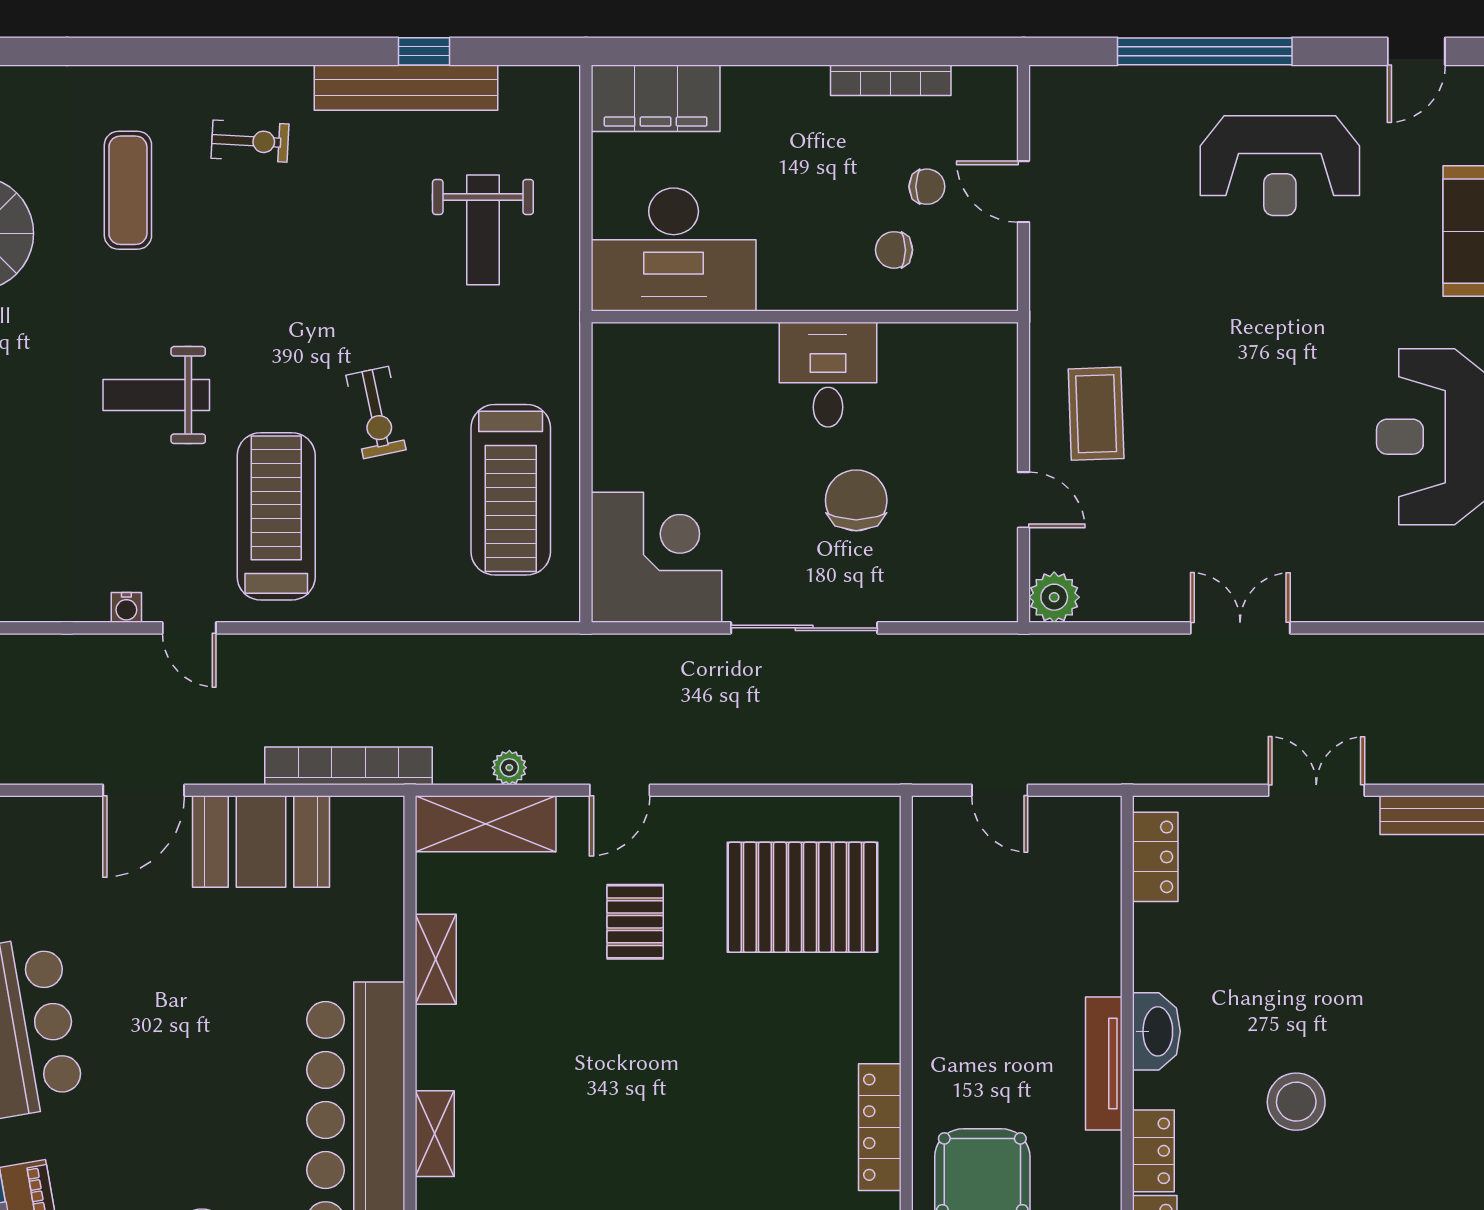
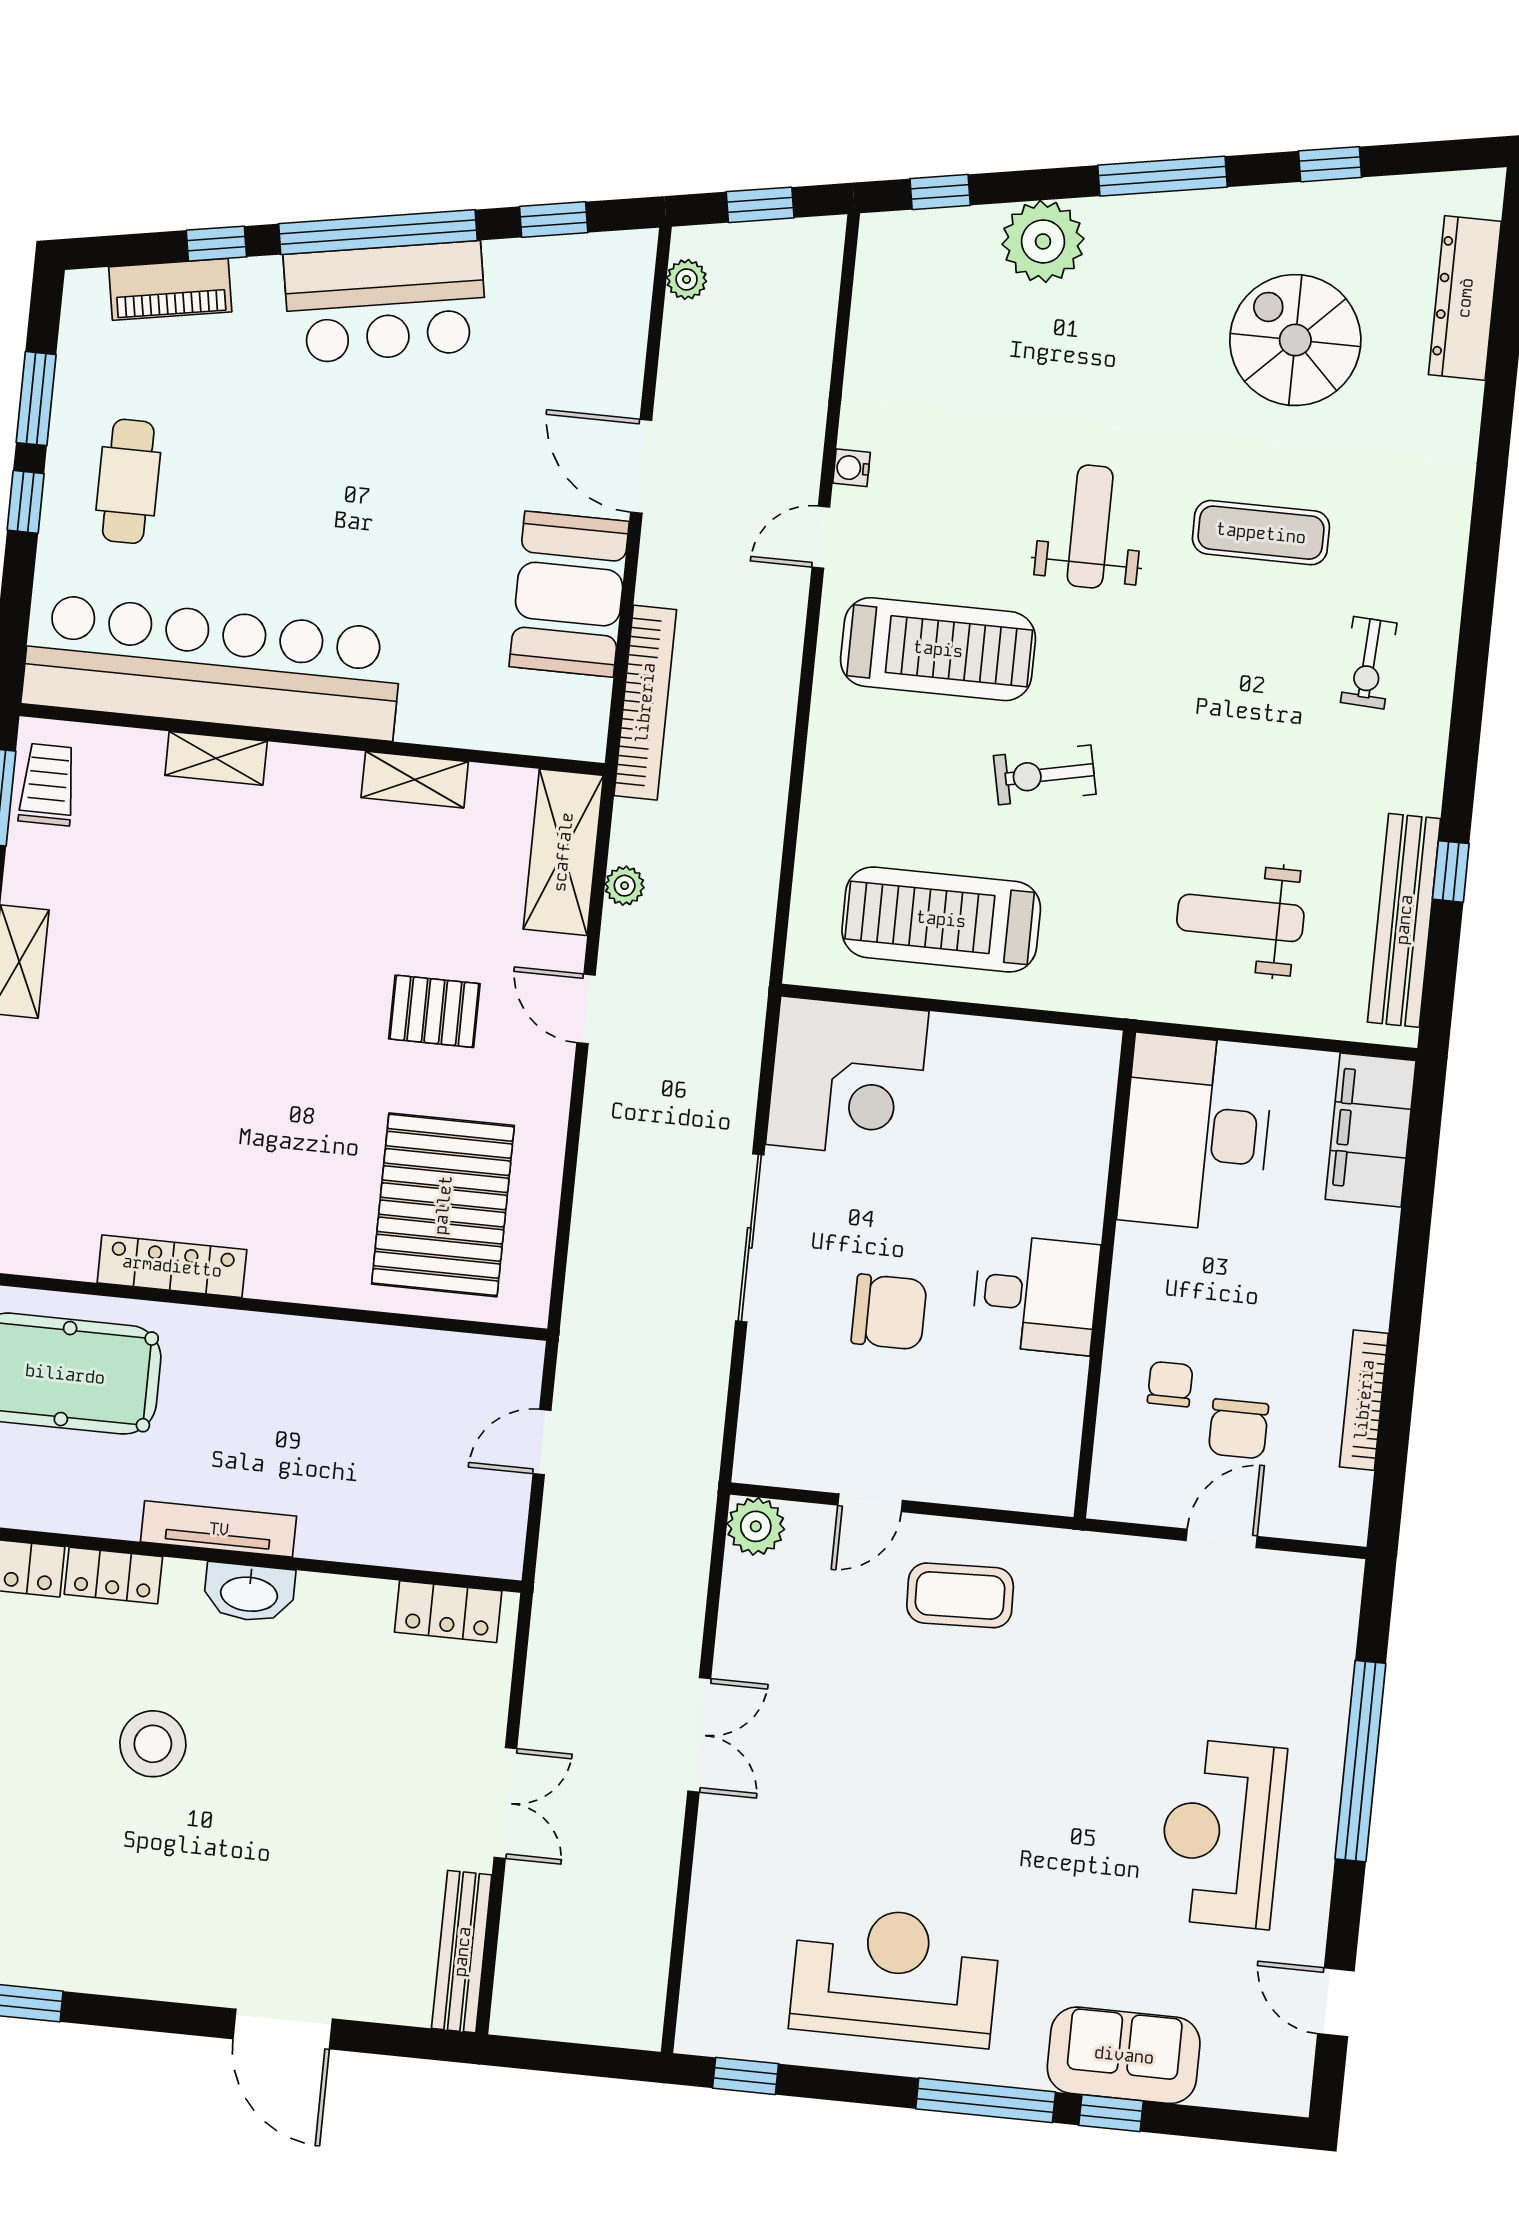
bench: (406, 88) -> (1404, 920), moved
chair: (927, 187) -> (1238, 1429), width x1.37, depth x1.37
exercise mat: (128, 190) -> (1261, 533), moved

